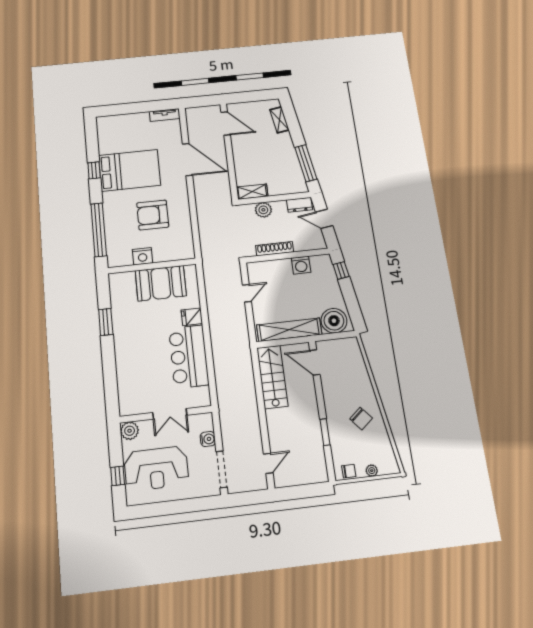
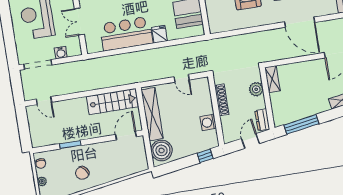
door: (187, 160) -> (300, 22), hinge flipped

